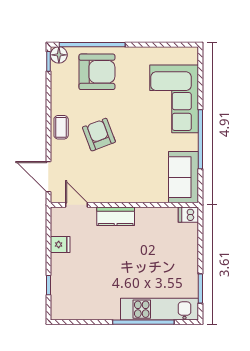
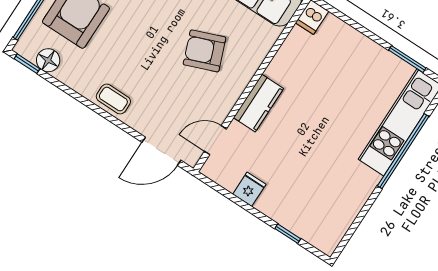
floor lamp: (59, 55) -> (48, 60), moved
armchair: (99, 135) -> (205, 51), moved

